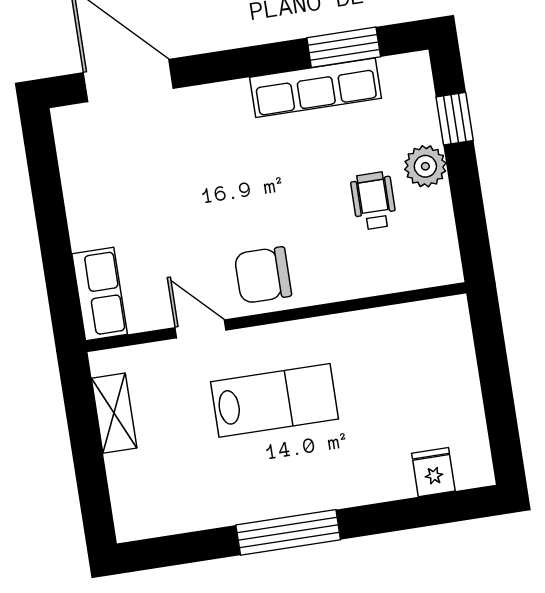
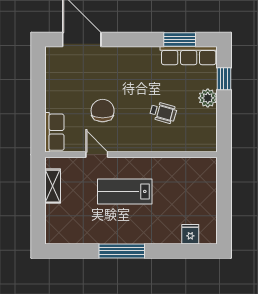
row of seats: (316, 88) -> (189, 56), moved
wheelchair: (374, 201) -> (163, 113), moved, turned 106
chair: (263, 275) -> (103, 111), moved, turned 90
lab bench: (275, 400) -> (125, 191), turned 180

